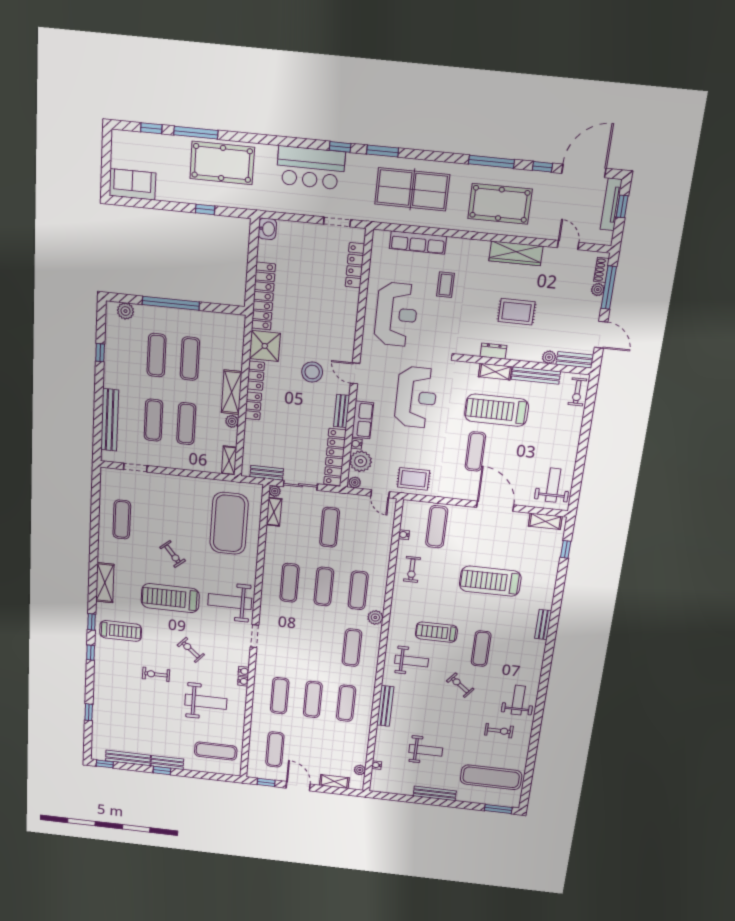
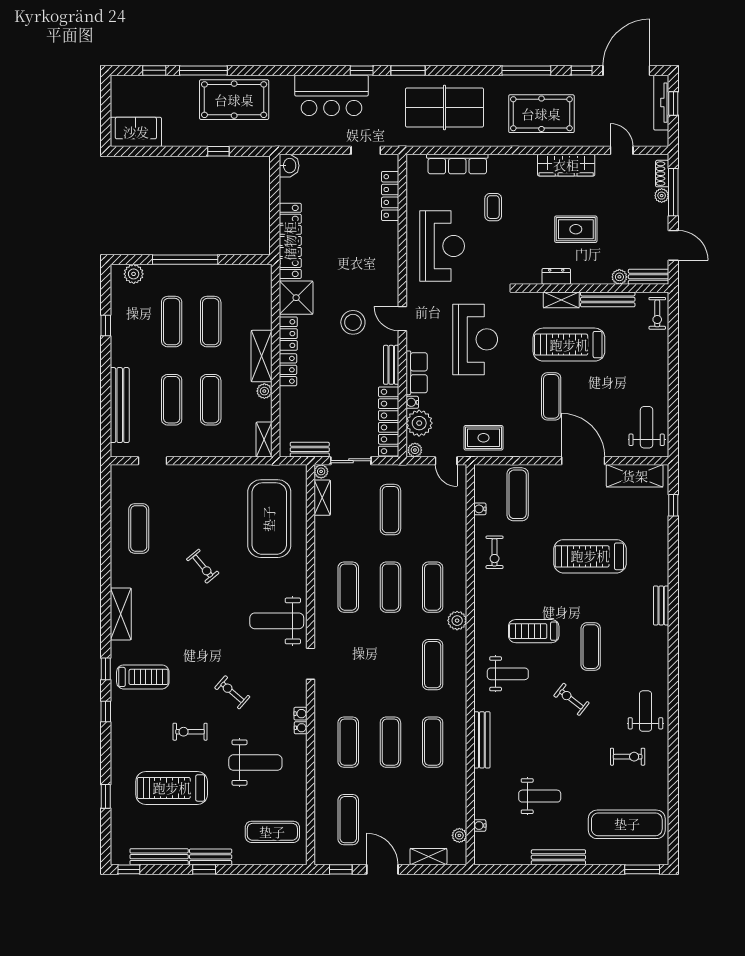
shelving: (545, 521) -> (635, 476), width x1.50, depth x1.33
treadmill: (170, 598) -> (172, 788), moved

